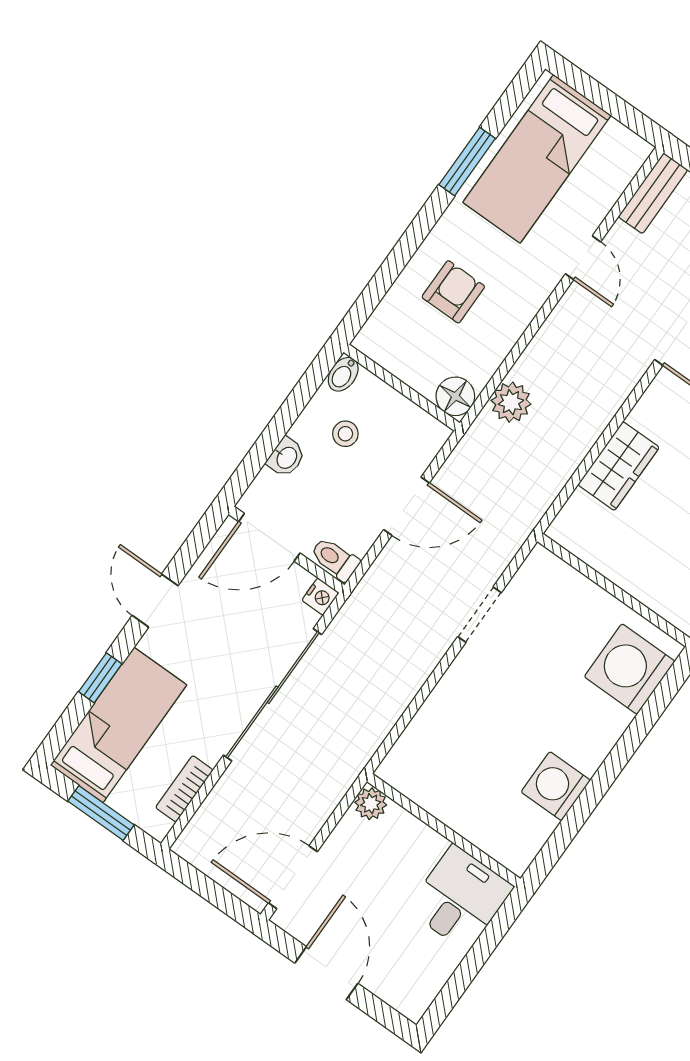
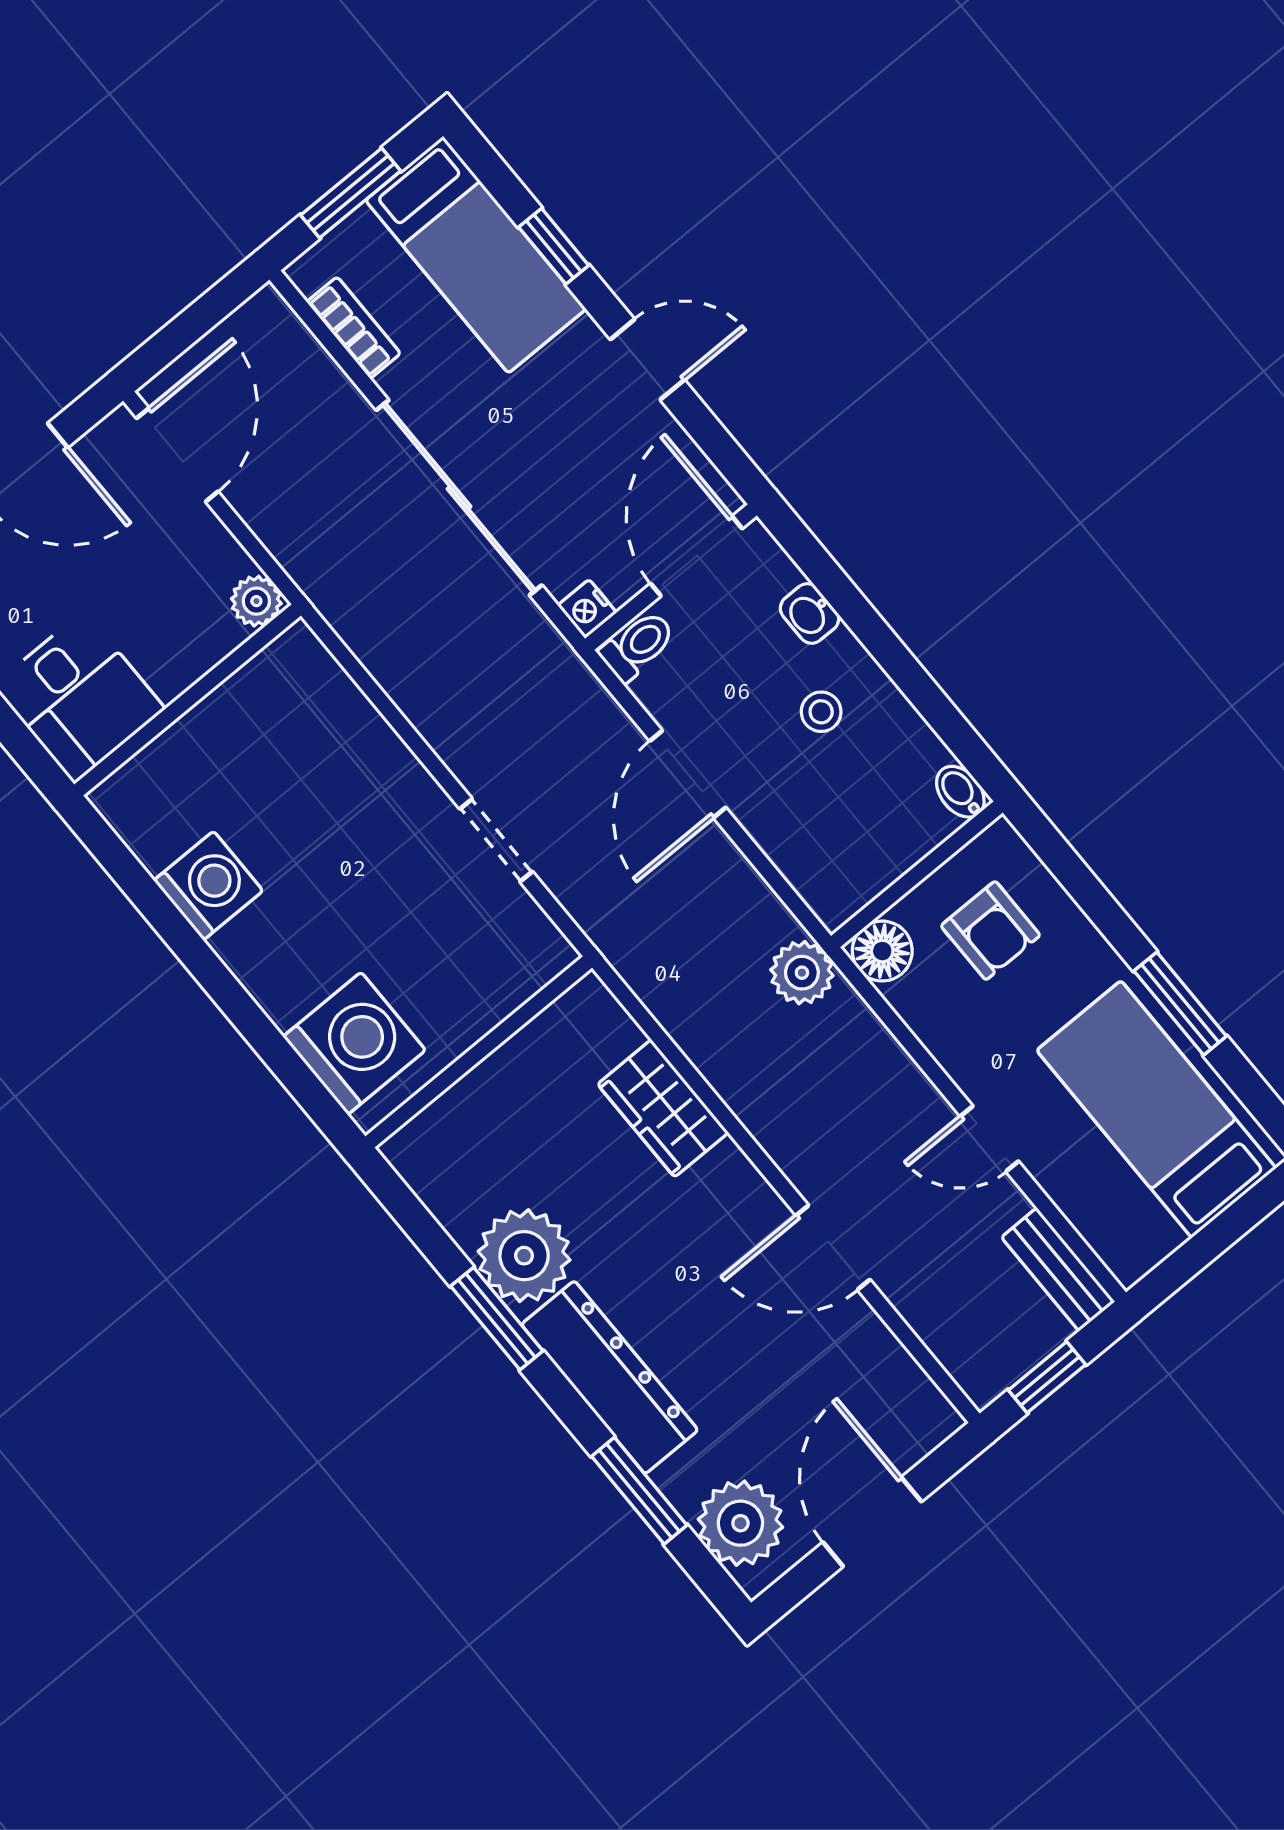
bidet: (343, 374) -> (960, 792), moved
wall: (402, 388) -> (917, 874), moved
floor lamp: (455, 396) -> (882, 951), moved

